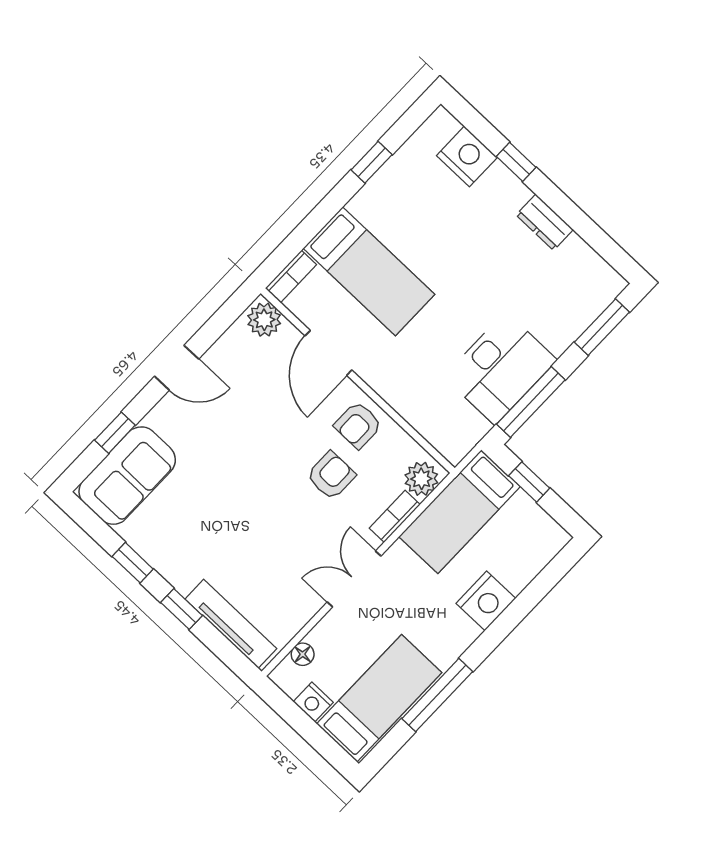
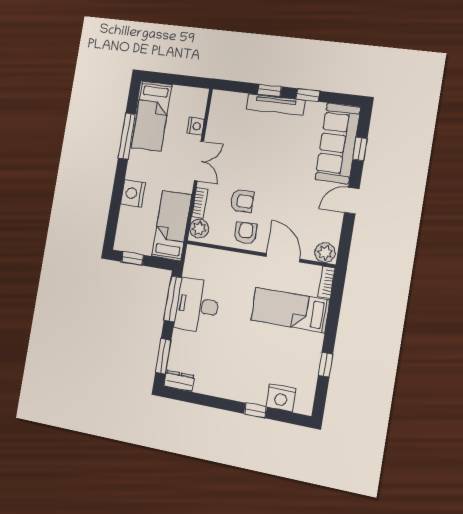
dresser: (545, 222) -> (179, 381), moved
sofa: (127, 476) -> (338, 143), width x1.36
armchair: (331, 476) -> (242, 201), turned -90
window: (529, 482) -> (133, 258), moved
tv unit: (231, 624) -> (276, 104), moved
floor lamp: (303, 654) -> (199, 111), removed
nightstand: (313, 702) -> (195, 126), moved, turned 90

